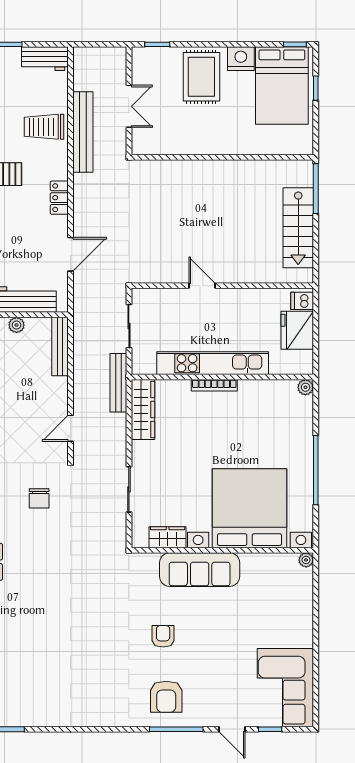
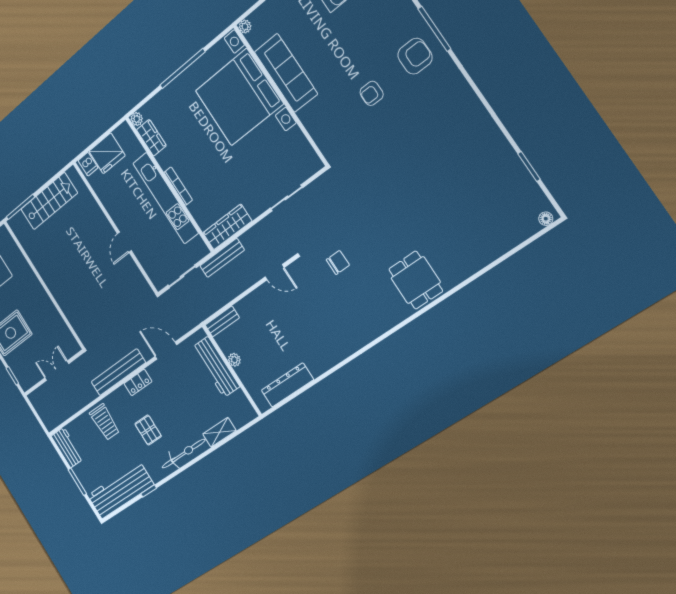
bench: (83, 132) -> (118, 372), moved
bench: (60, 346) -> (222, 321), width x0.73
wardrobe: (168, 537) -> (151, 138), moved, turned 180
sofa: (200, 570) -> (286, 73), moved

